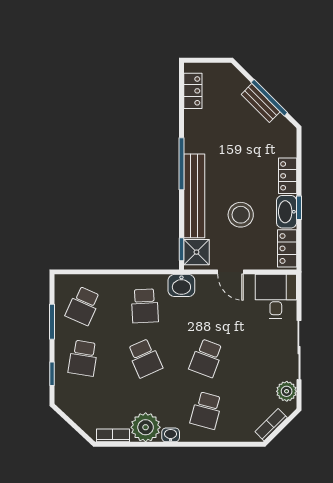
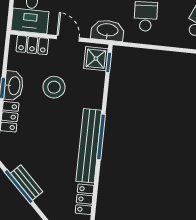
bench: (194, 196) -> (89, 146), moved
locker: (287, 248) -> (32, 45), moved, turned 90
washbasin: (181, 285) -> (107, 30), width x1.38

